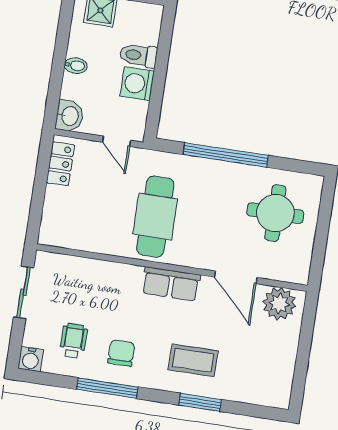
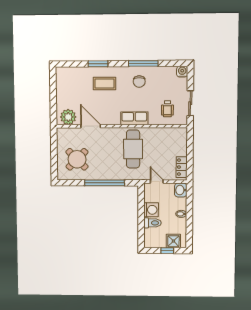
round table: (275, 213) -> (77, 159), turned 45
row of seats: (171, 284) -> (134, 118), moved
wheelchair: (74, 341) -> (167, 109), moved

